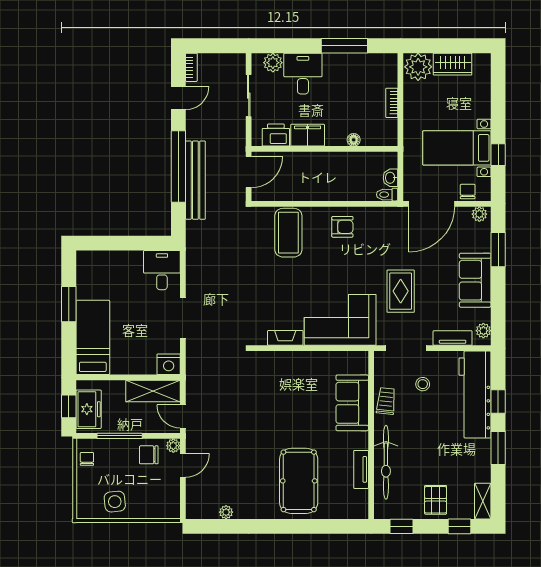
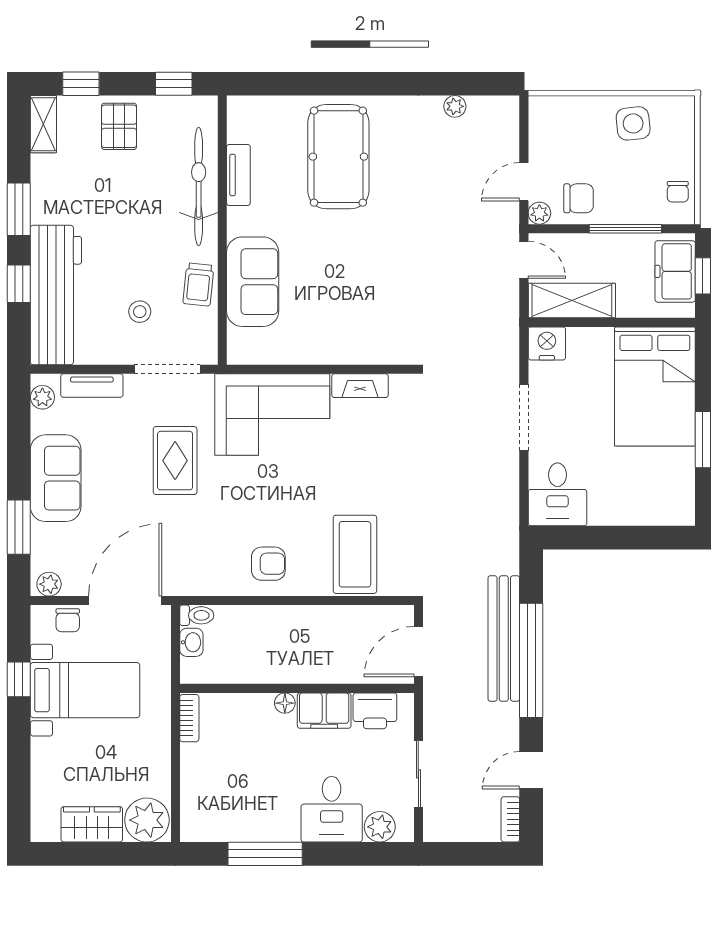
bookcase: (392, 103) -> (189, 718), moved
floor lamp: (354, 140) -> (285, 703), moved
armchair: (342, 227) -> (268, 564), turned 180
bed: (93, 337) -> (655, 386), width x1.50

